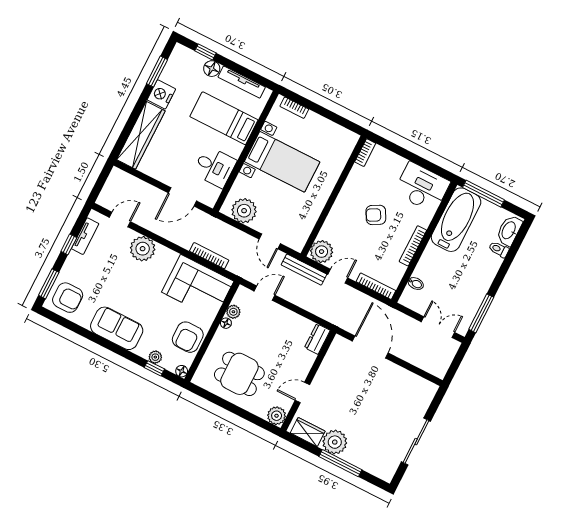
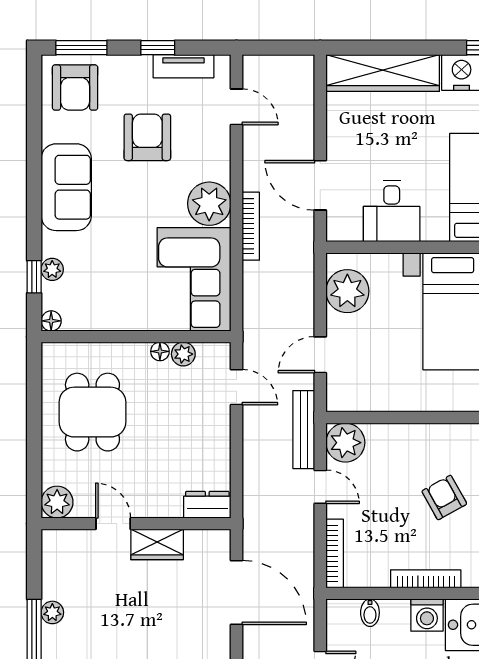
plant: (143, 249) -> (209, 204), moved
washing machine: (432, 255) -> (427, 615), added
bookcase: (209, 256) -> (251, 226), moved
armchair: (188, 337) -> (147, 137), moved, turned 90
door: (370, 347) -> (236, 593), hinge flipped
wardrobe: (308, 432) -> (157, 544), moved, turned 90
plant: (335, 442) -> (52, 612), width x0.53, depth x0.53

